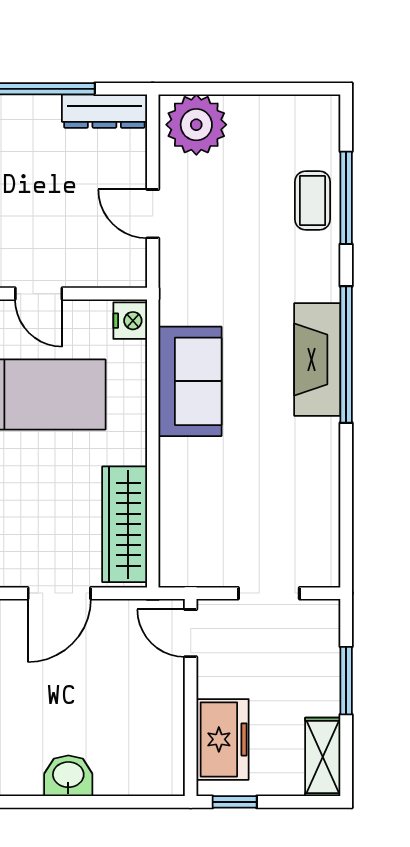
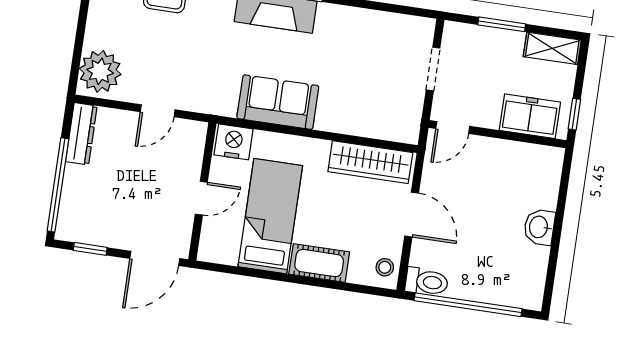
nightstand: (130, 321) -> (234, 142), width x1.36, depth x1.33

